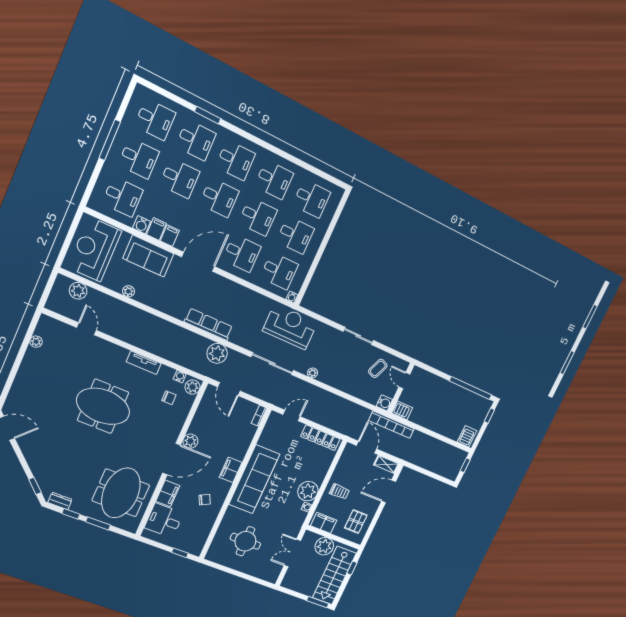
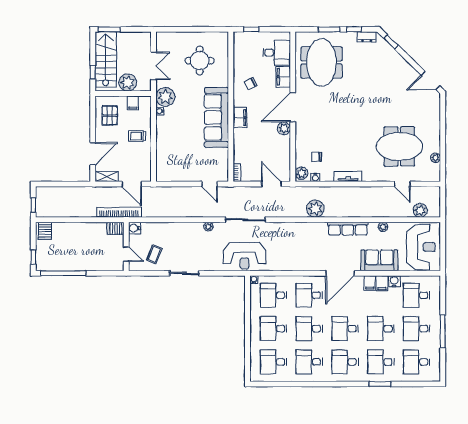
row of seats: (209, 324) -> (348, 229), moved
plant: (217, 353) -> (315, 209), moved
meeting table: (103, 406) -> (399, 146), moved
door: (292, 416) -> (210, 184), hinge flipped
locker: (320, 438) -> (176, 176), removed
plant: (308, 491) -> (165, 97), moved
filing cabinet: (324, 523) -> (133, 103), width x0.50

